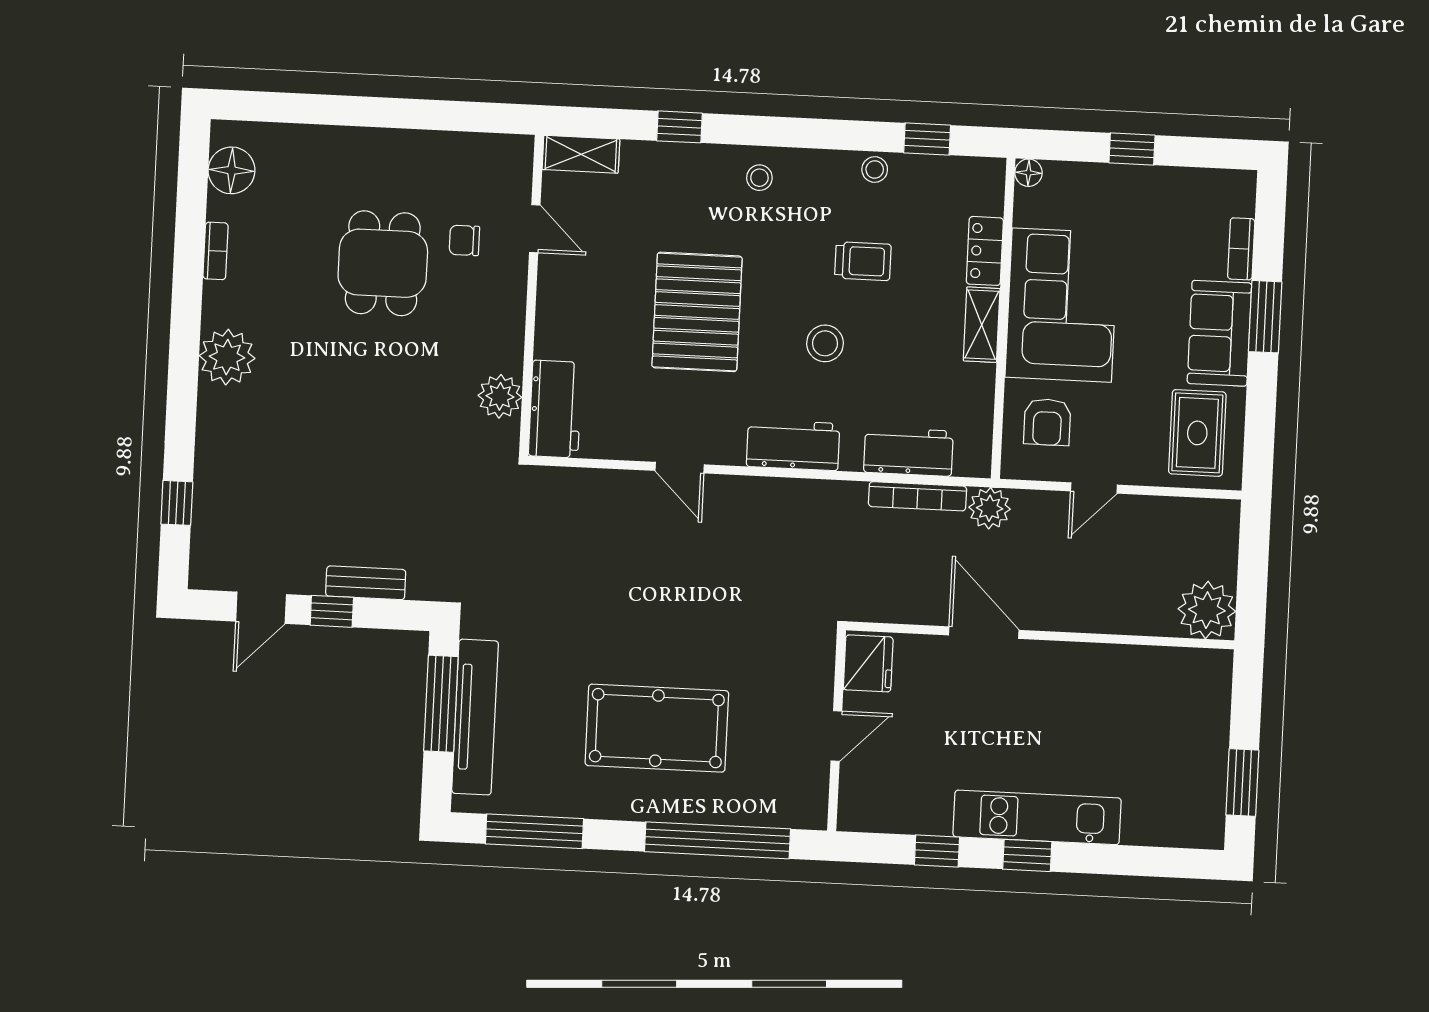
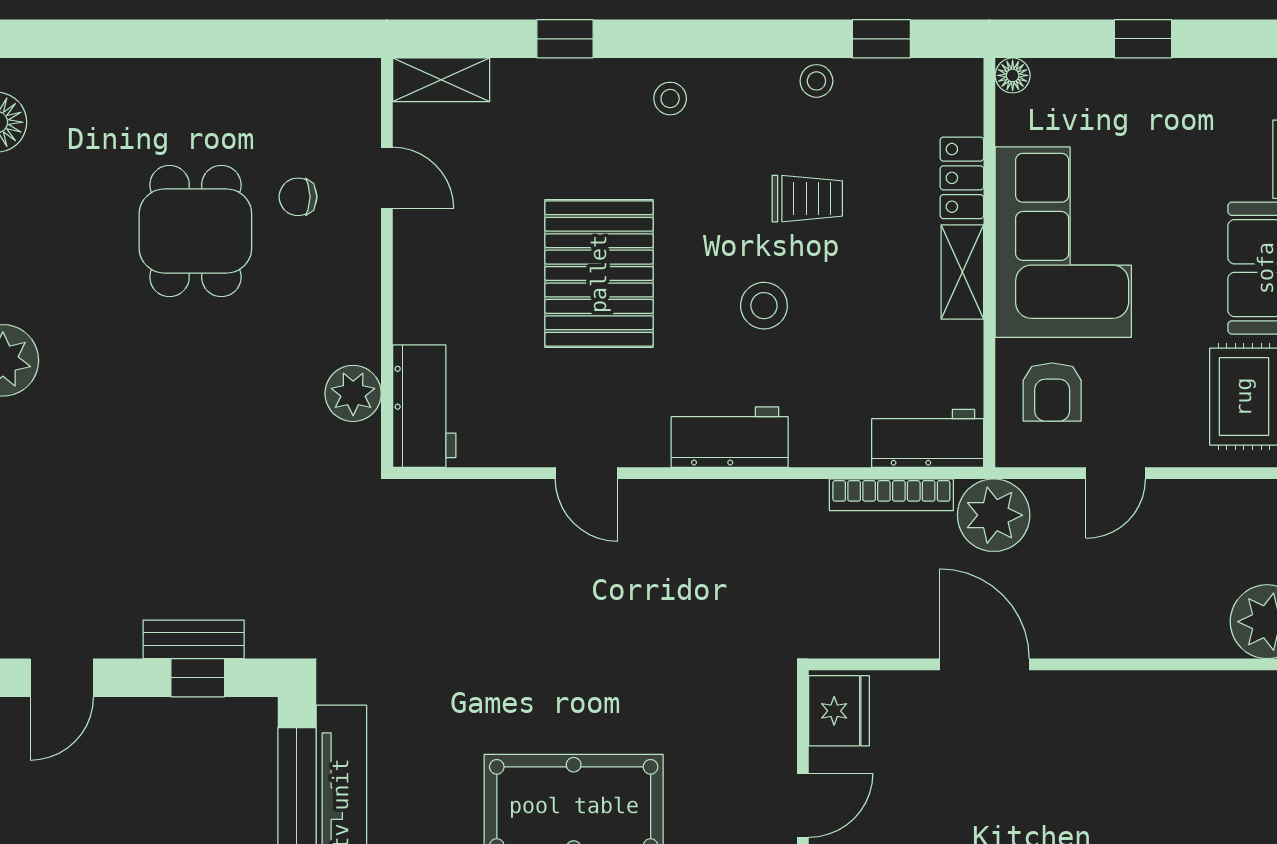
workbench: (908, 452) -> (928, 438), moved
plant: (990, 508) -> (994, 515), width x1.36, depth x1.36
window: (332, 611) -> (198, 678), moved

